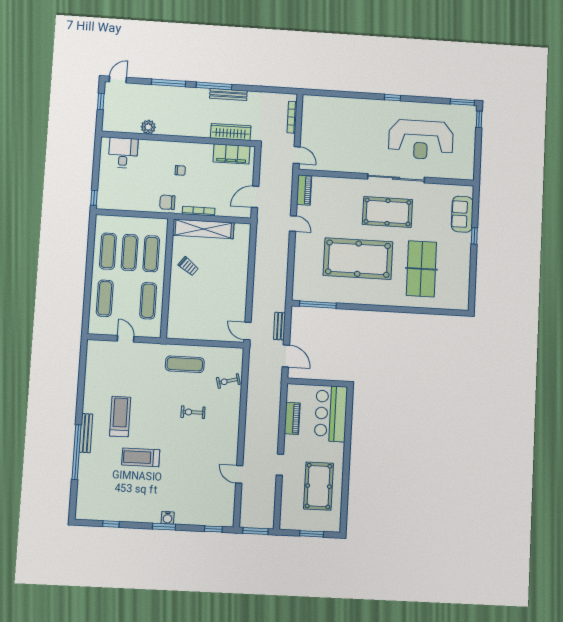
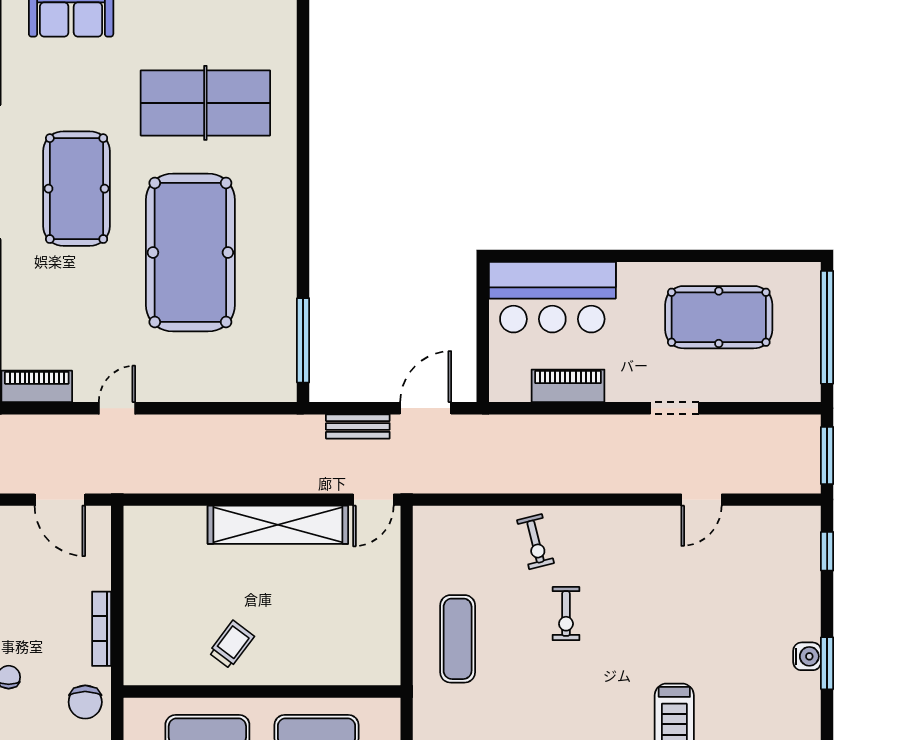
shelving: (203, 229) -> (278, 525), moved, turned 90
exercise bike: (228, 381) -> (536, 542), moved
window: (312, 534) -> (827, 327), width x2.11

